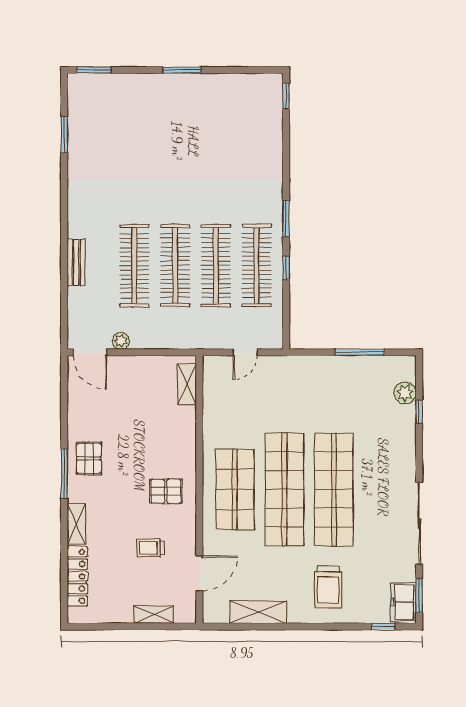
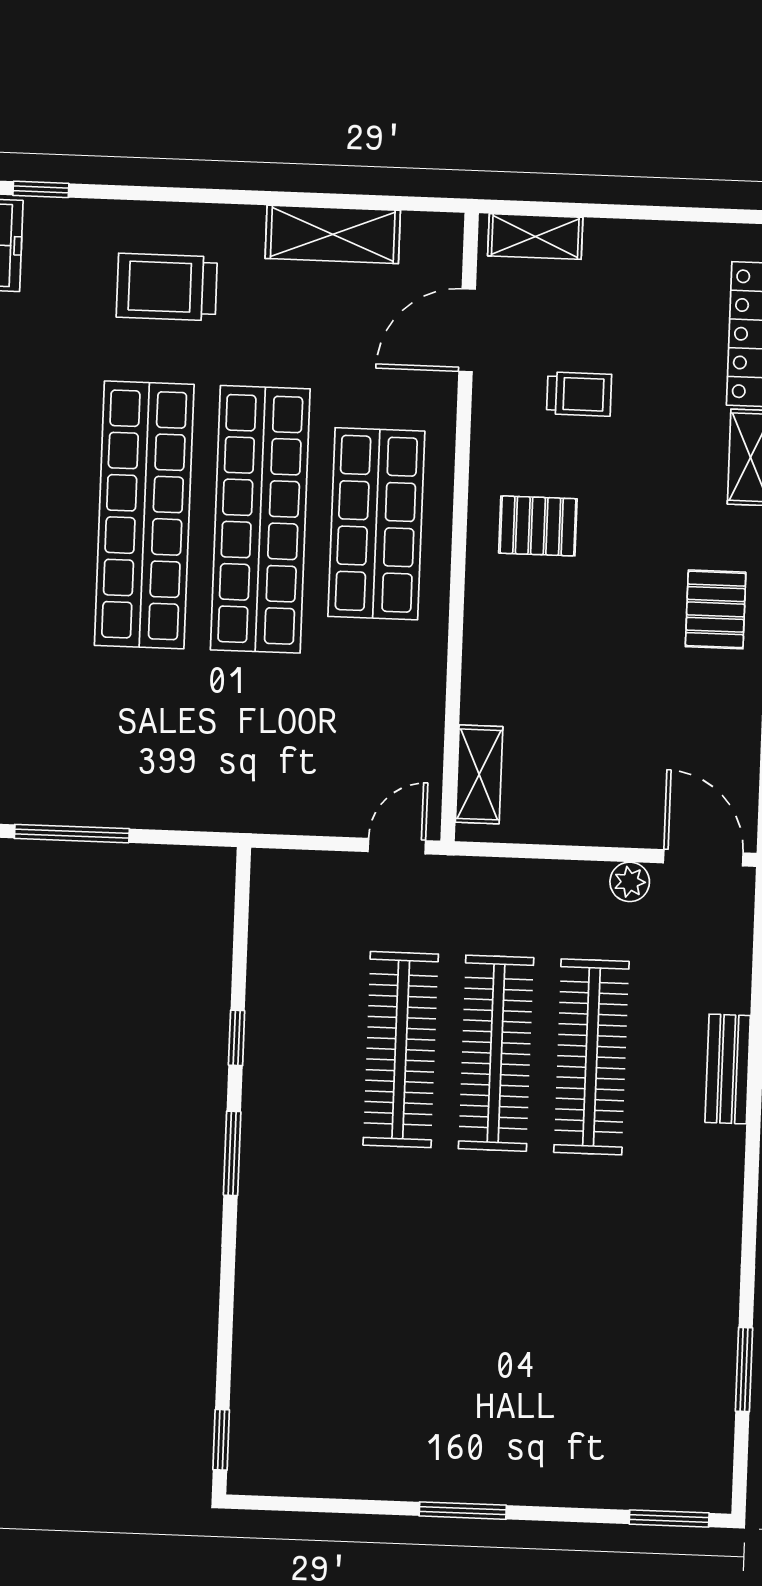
clothes rail: (257, 266) -> (305, 1046), removed
door: (245, 352) -> (397, 846), moved
trolley: (328, 587) -> (167, 287), turned -90
shelving: (154, 614) -> (535, 237), moved

